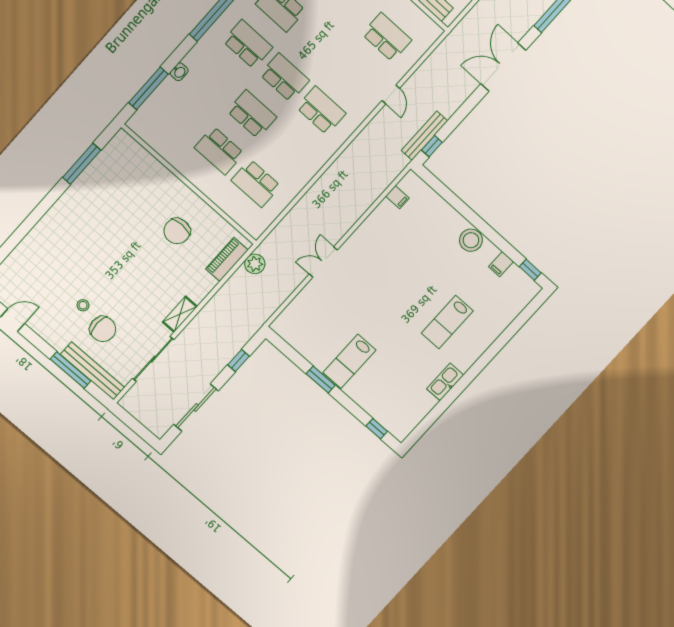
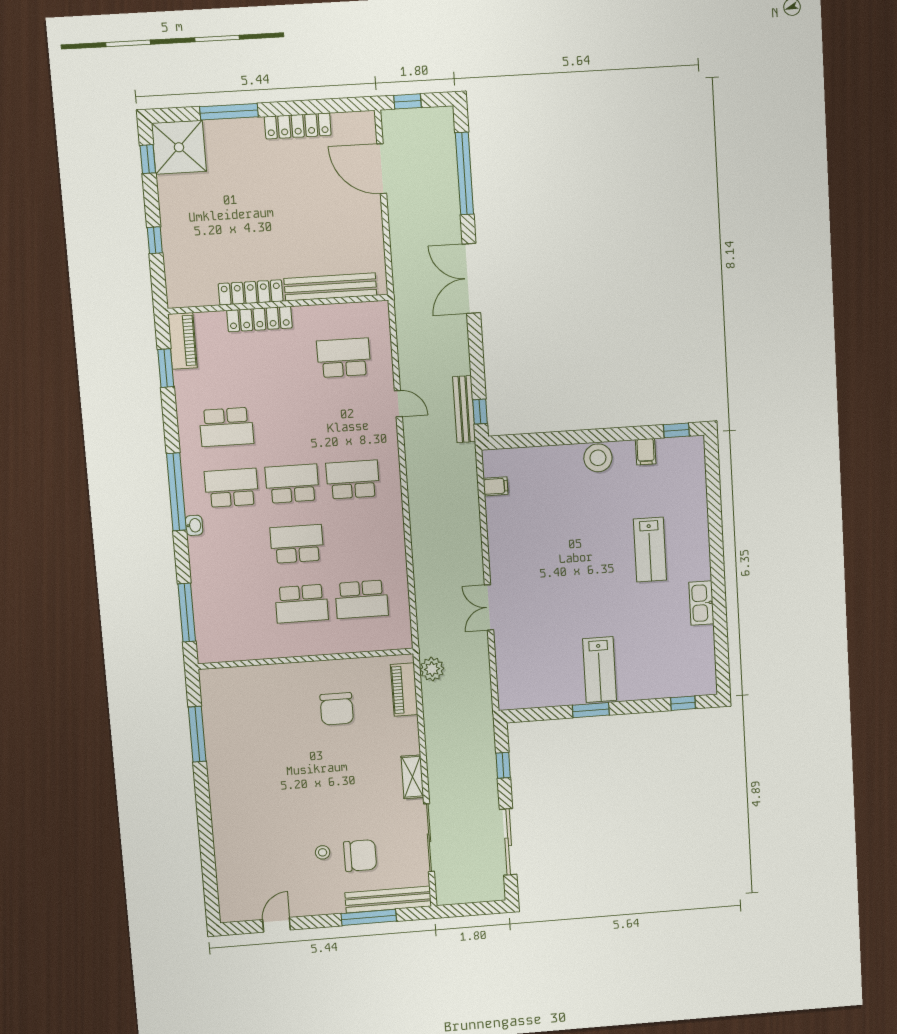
washbasin: (179, 72) -> (194, 525), moved

